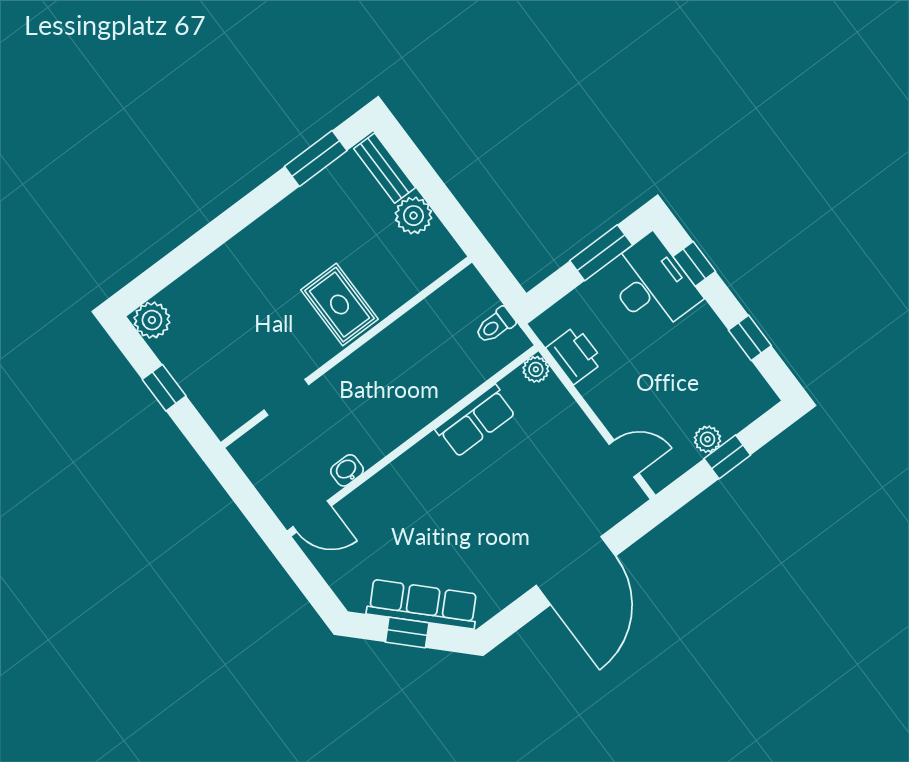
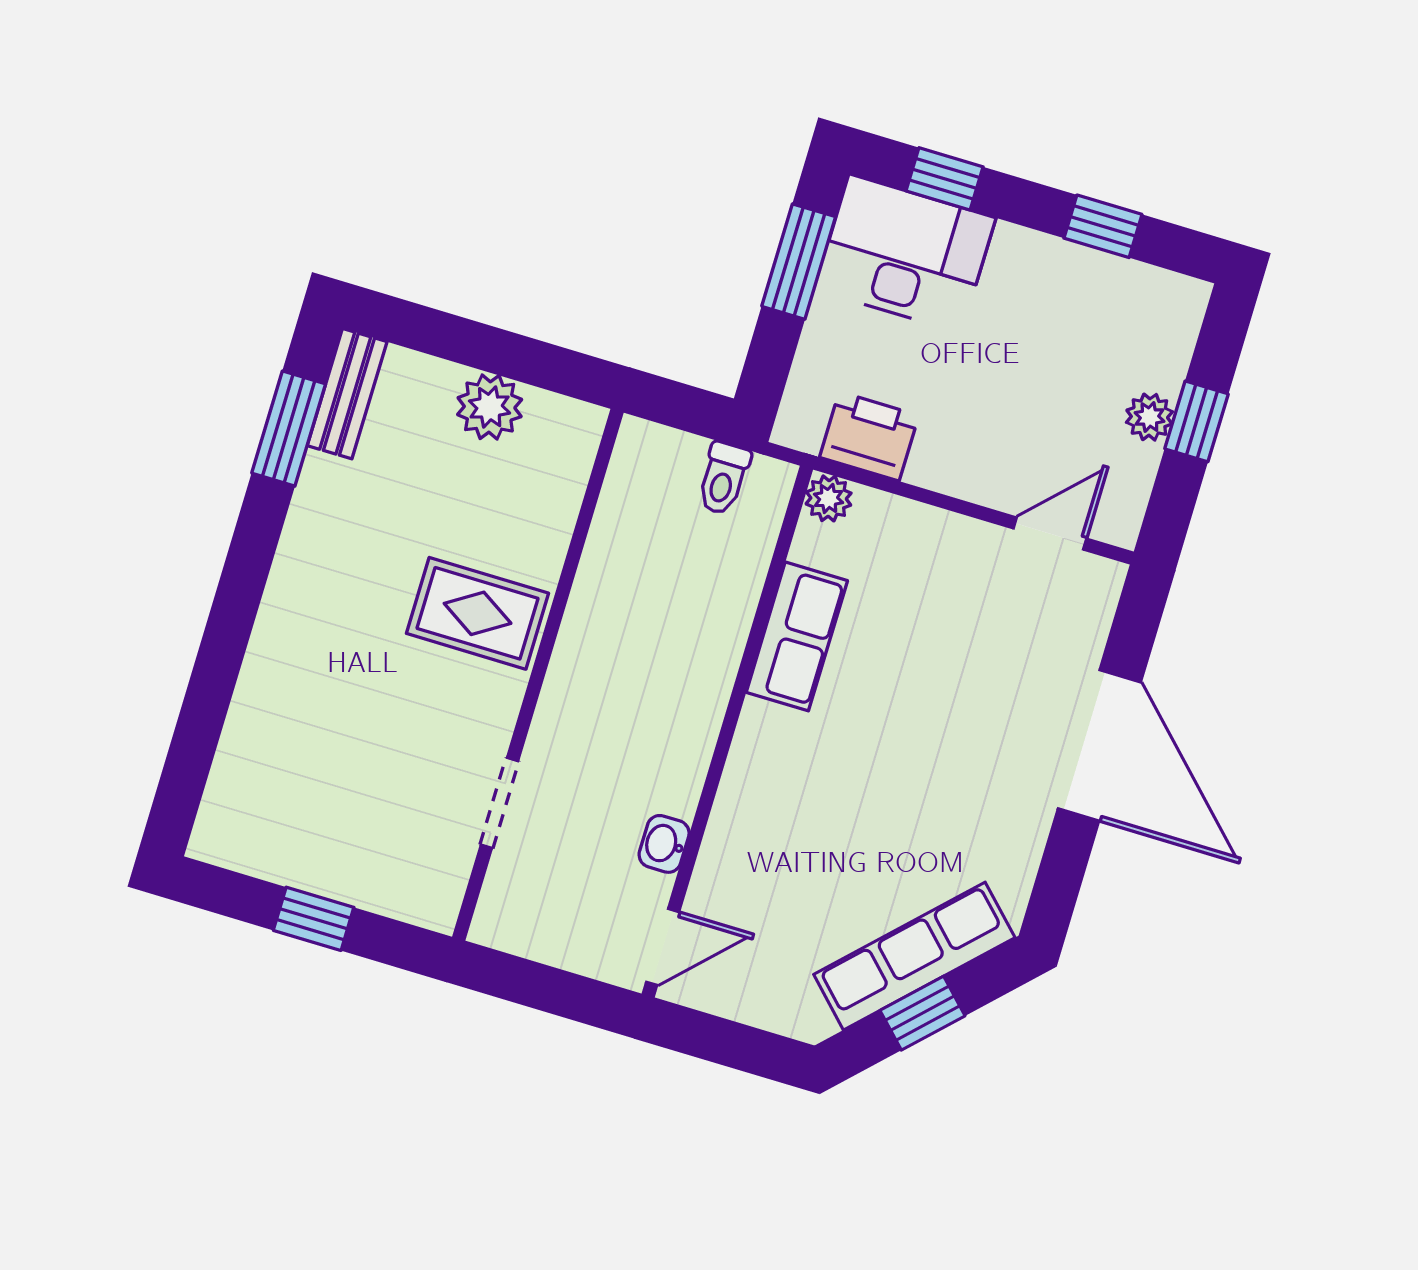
bench: (385, 168) -> (347, 394), moved, turned 90
plant: (152, 320) -> (224, 835), removed

